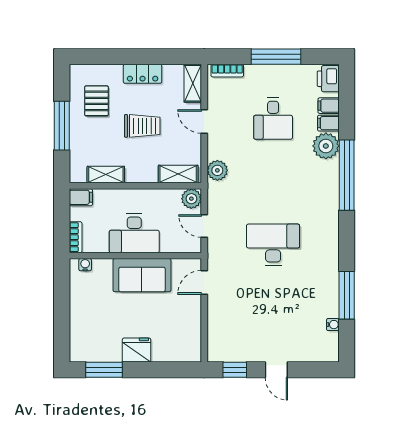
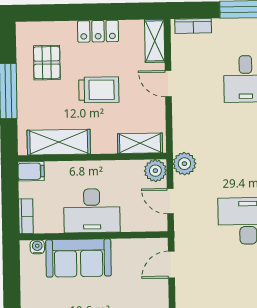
plant: (217, 170) -> (184, 164), moved
shelving: (106, 175) -> (59, 142), width x1.50, depth x1.33
sofa: (142, 275) -> (79, 258), moved

